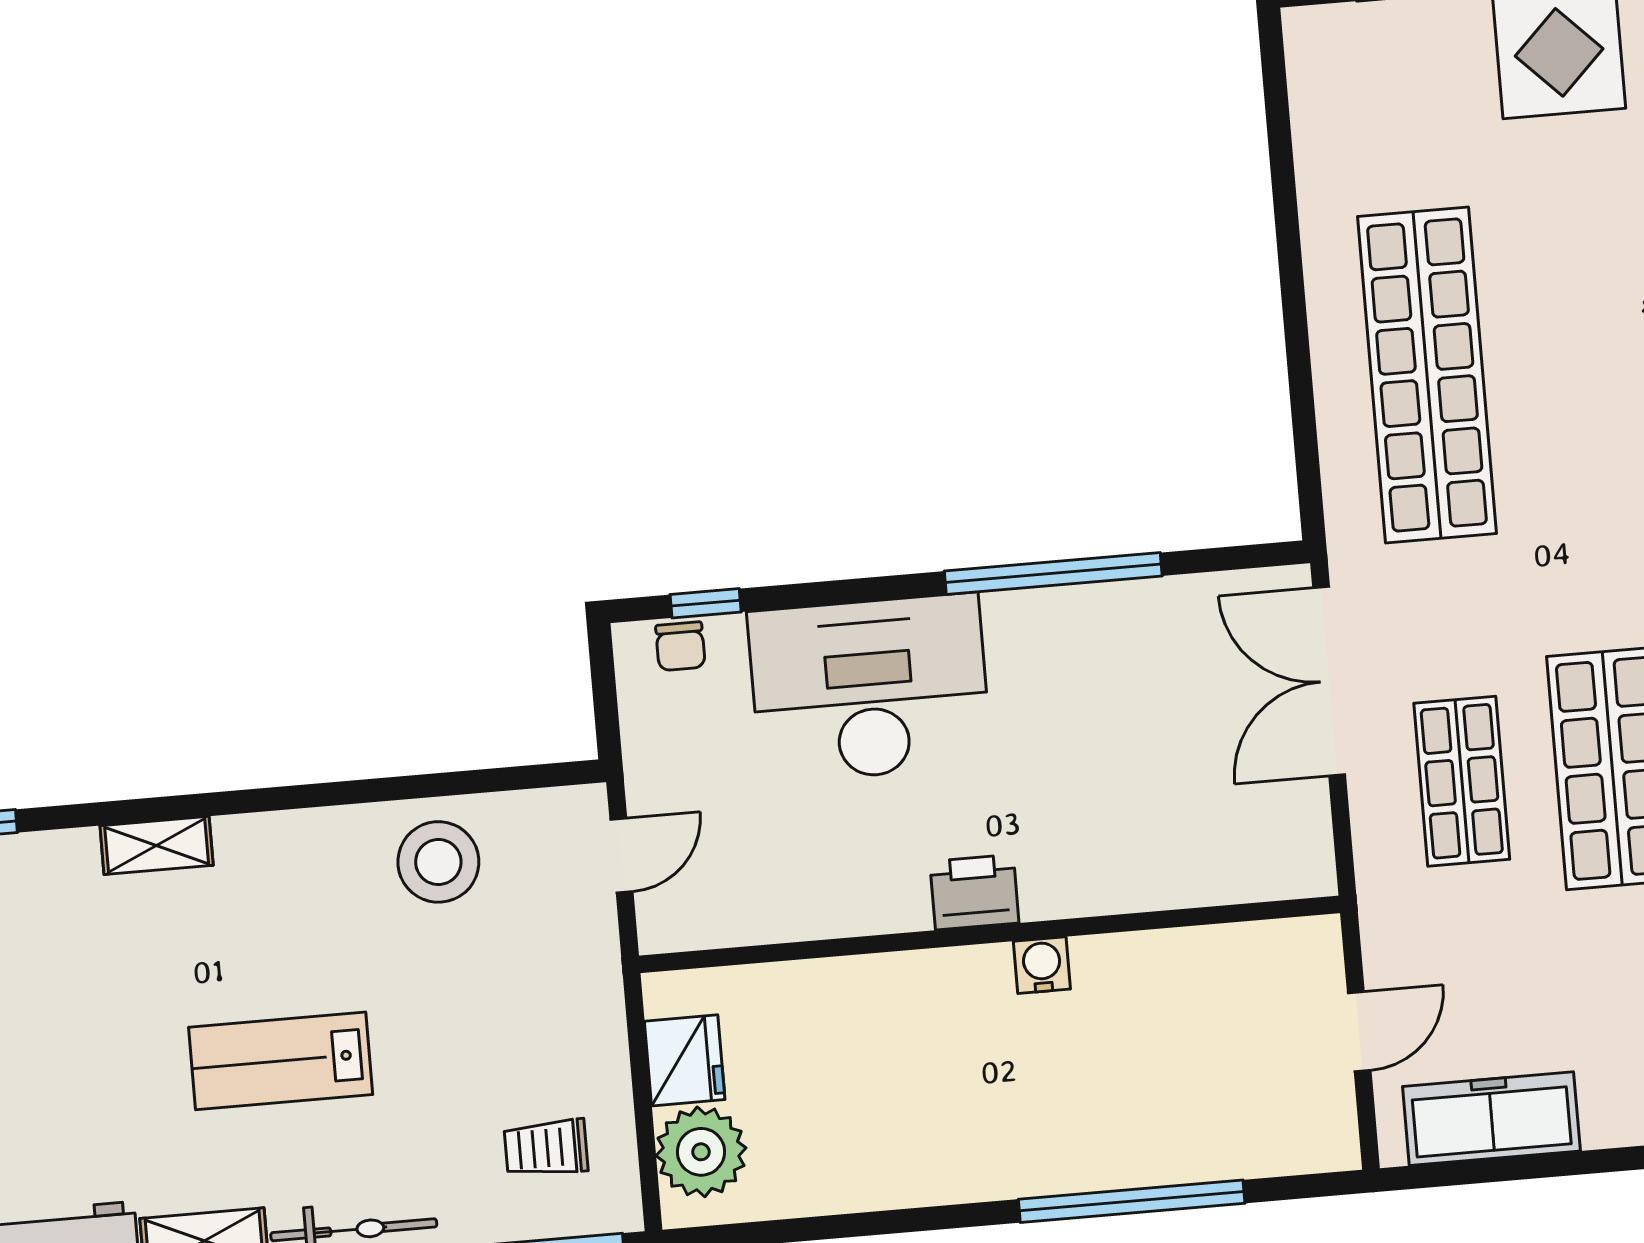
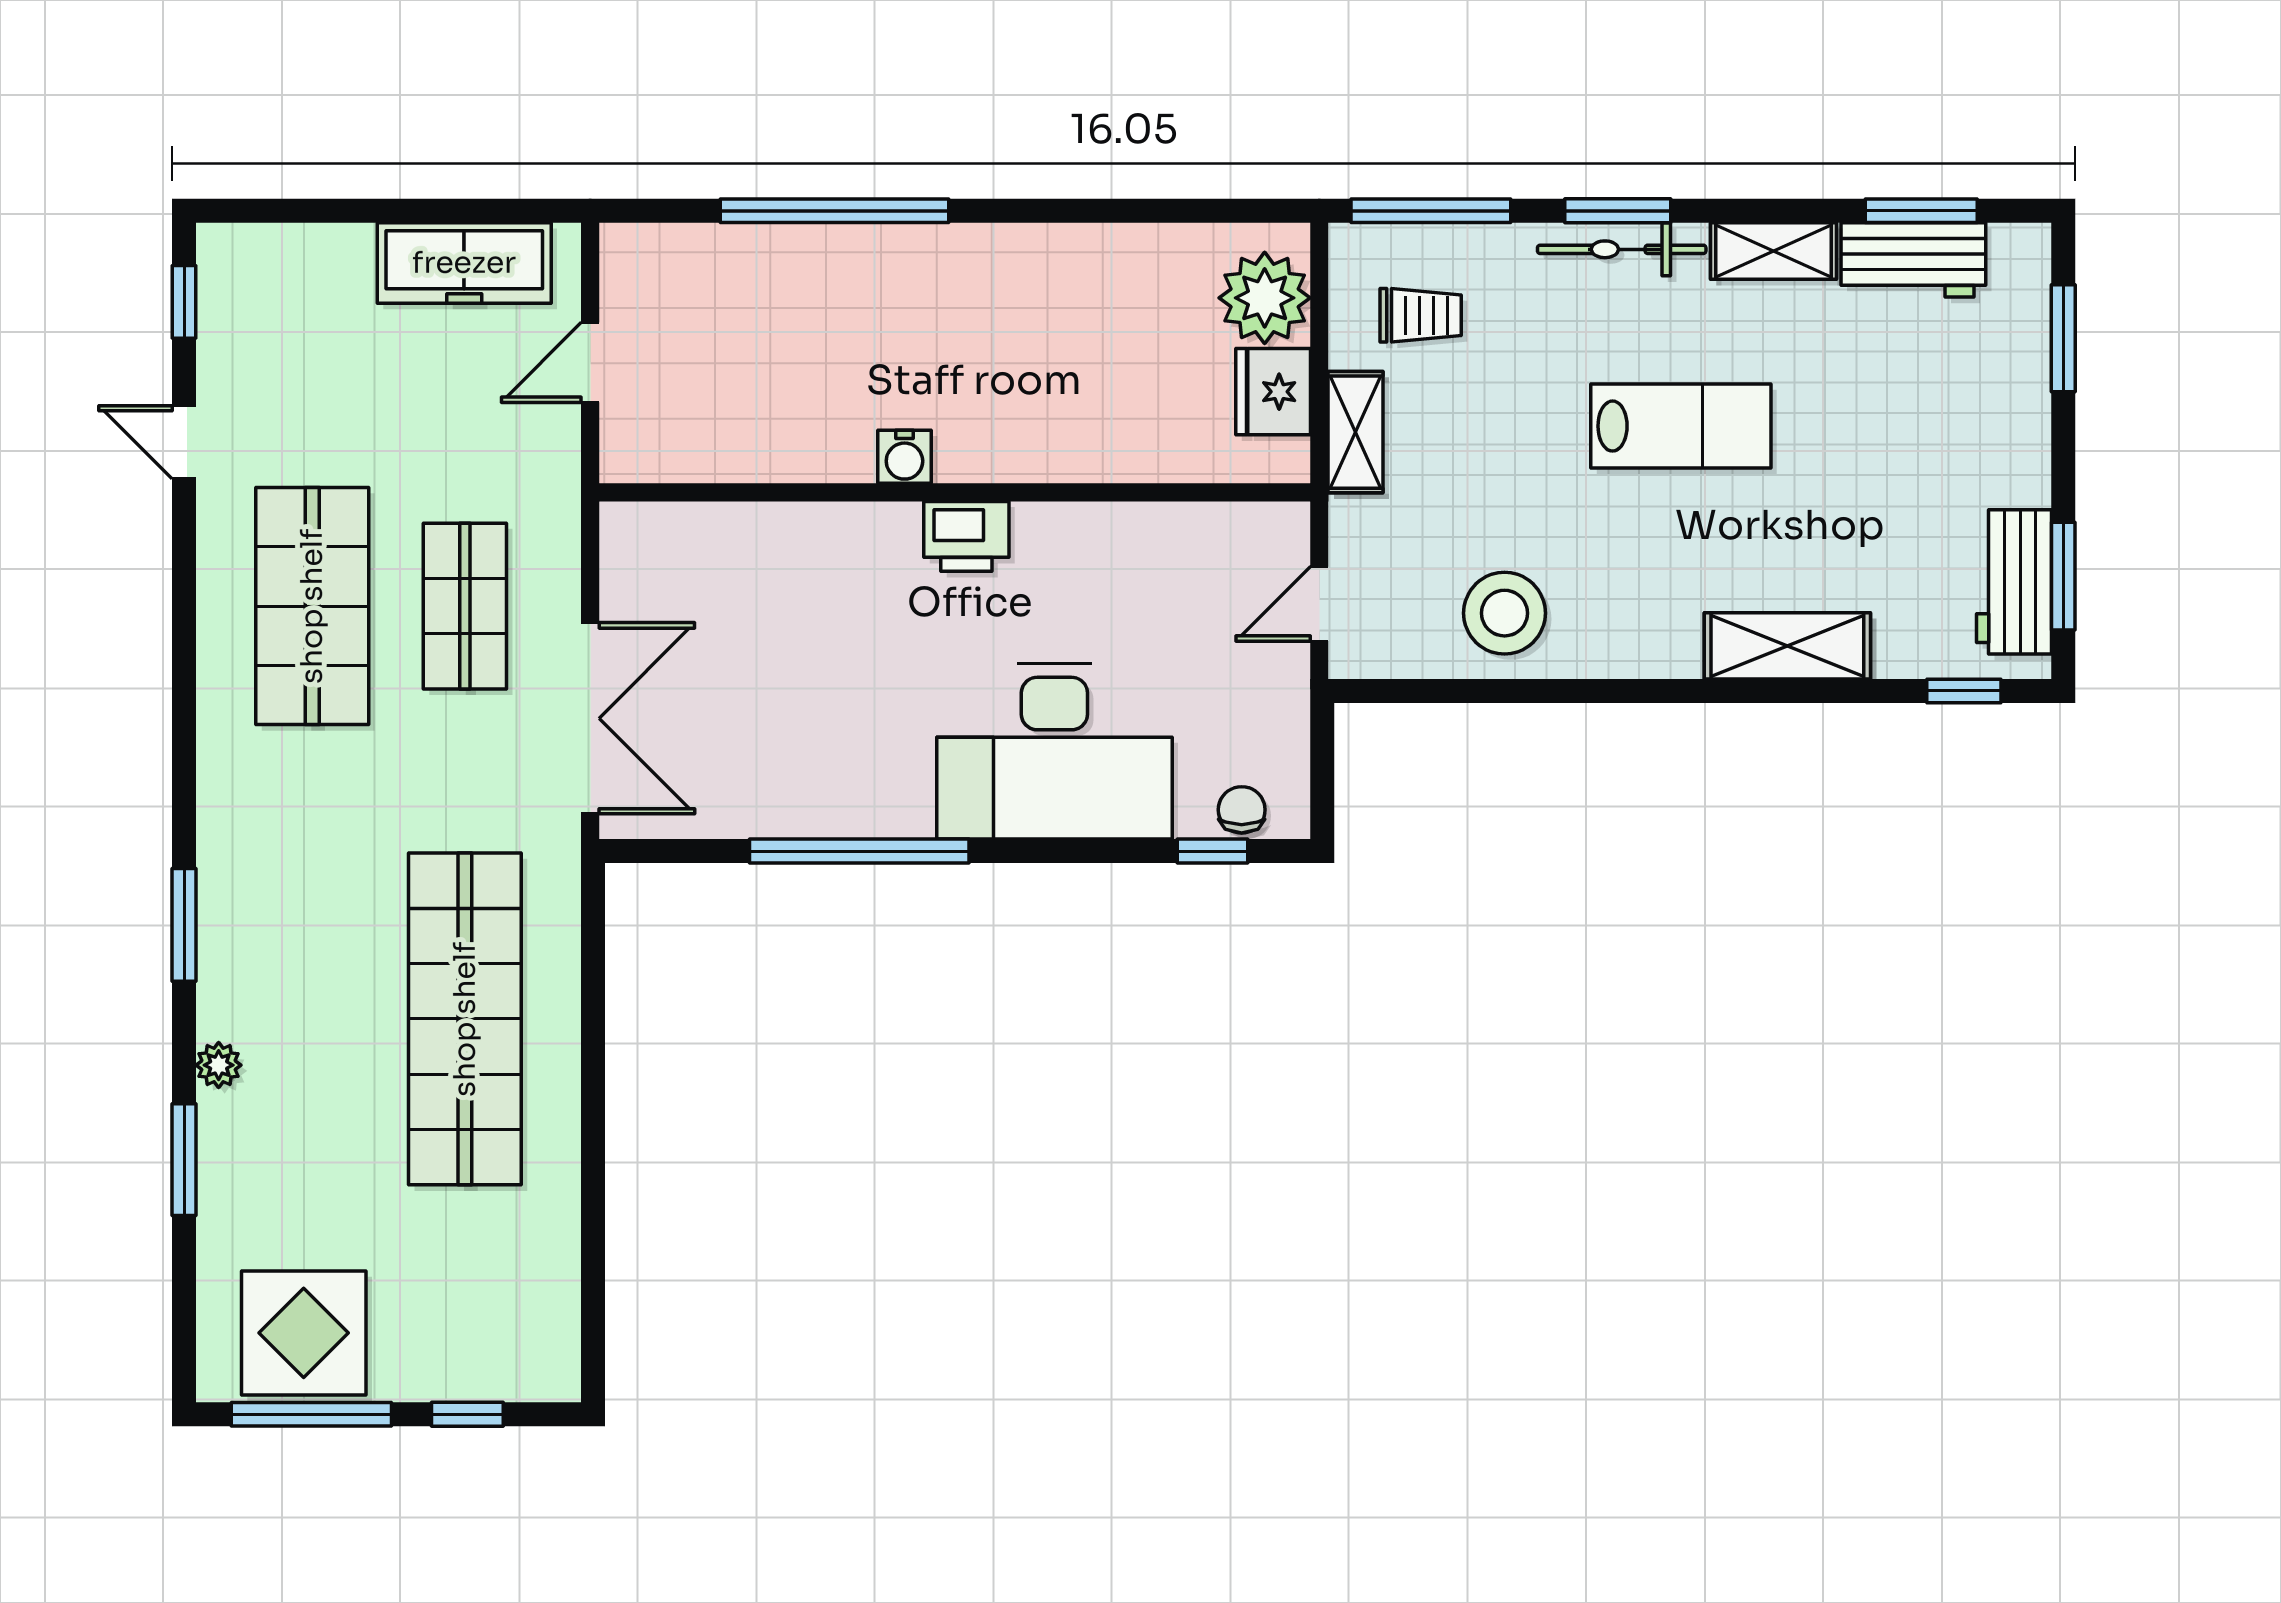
shelving: (157, 845) -> (1787, 646), width x1.50, depth x1.33
shelving: (600, 1027) -> (1356, 432), added

